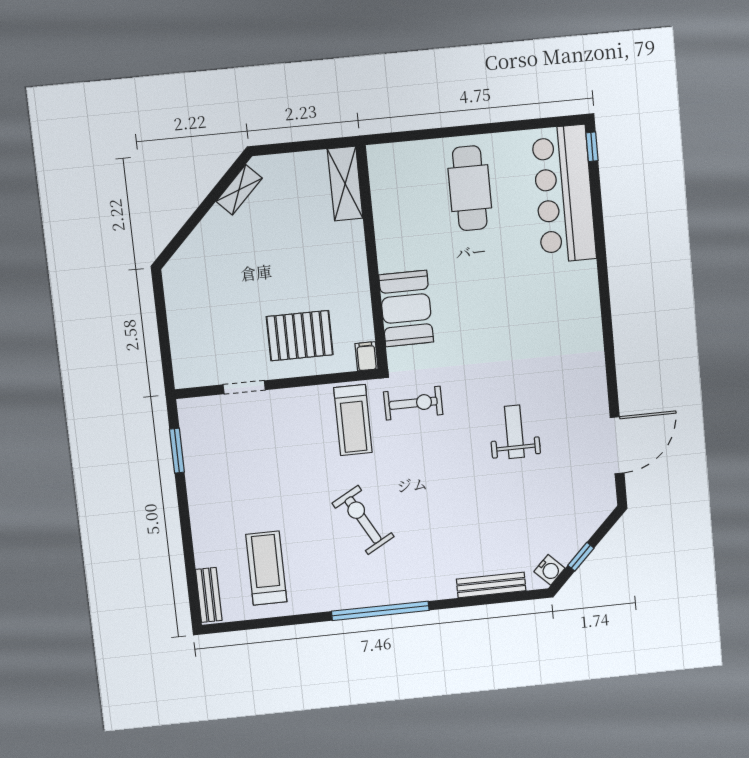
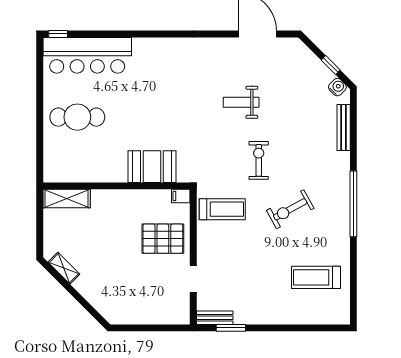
pallet: (300, 336) -> (163, 239), turned 90
exercise bike: (413, 403) -> (259, 160), moved
bench: (209, 595) -> (215, 318), moved

